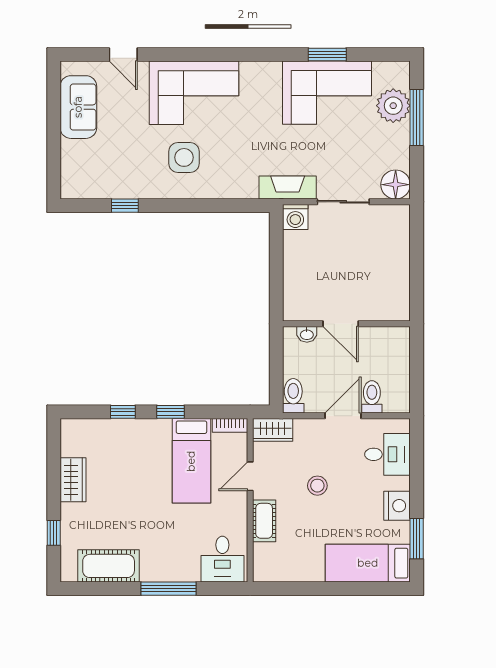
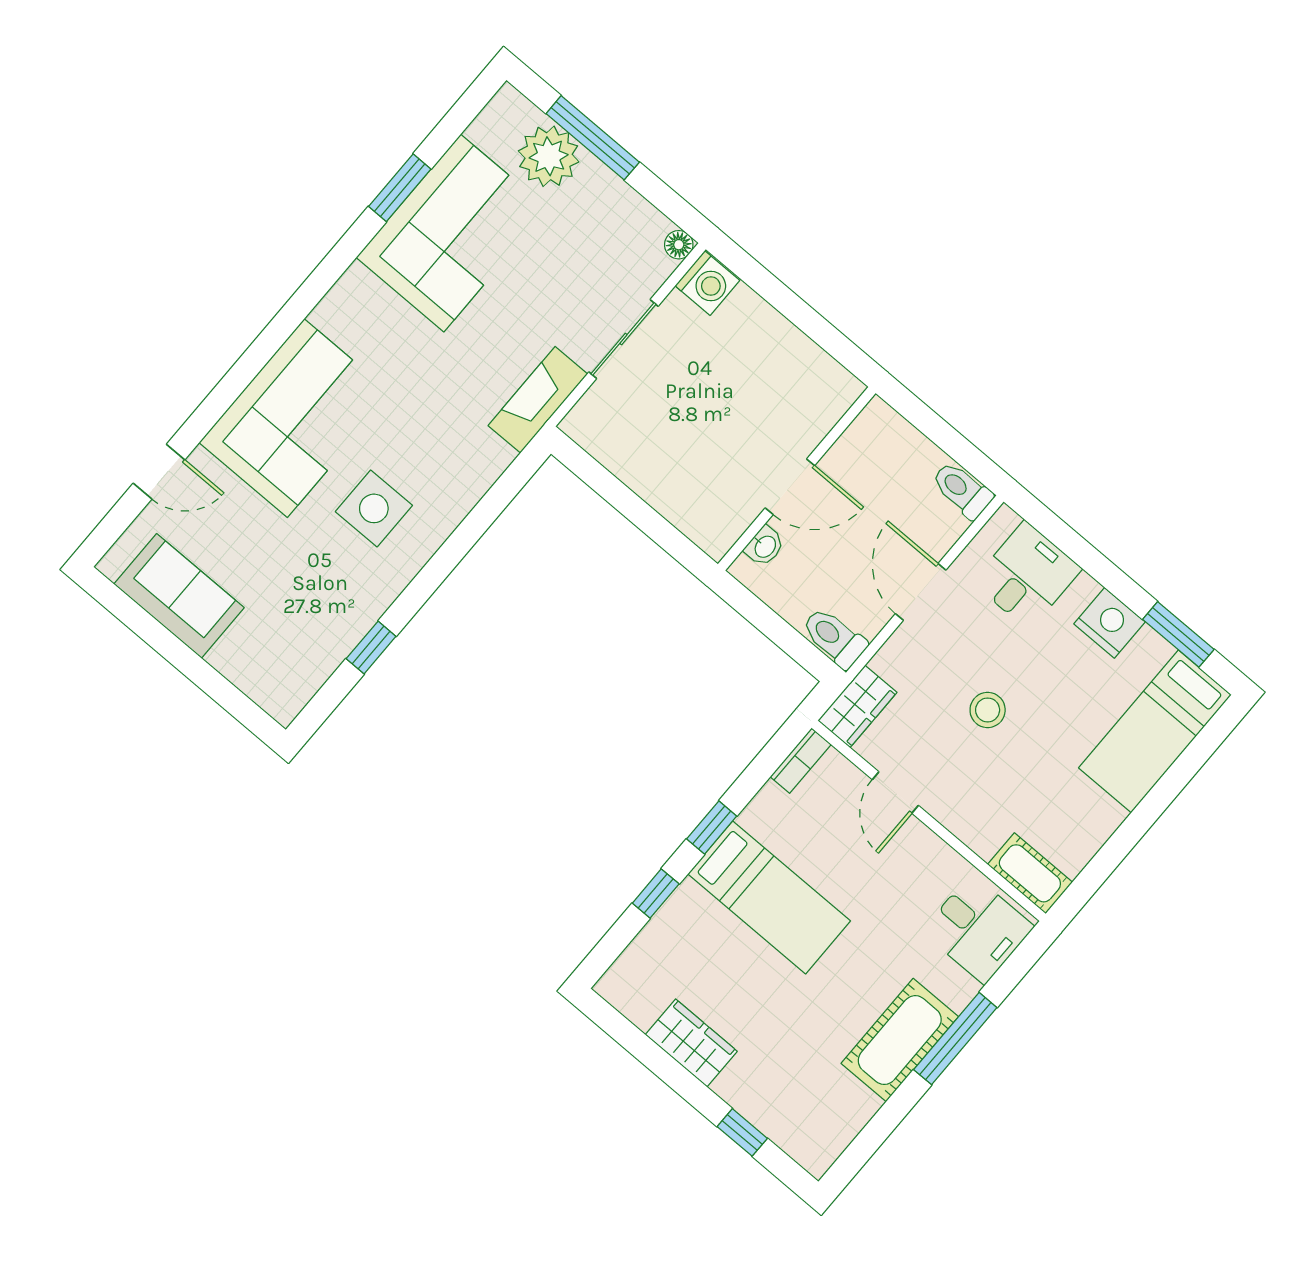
floor lamp: (396, 185) -> (679, 245), width x0.53, depth x0.53
washing machine: (295, 217) -> (707, 283), moved
toilet: (372, 397) -> (962, 490), moved
bed: (191, 461) -> (769, 897), moved
cot: (264, 521) -> (1030, 873), moved
cot: (109, 566) -> (900, 1040), moved

